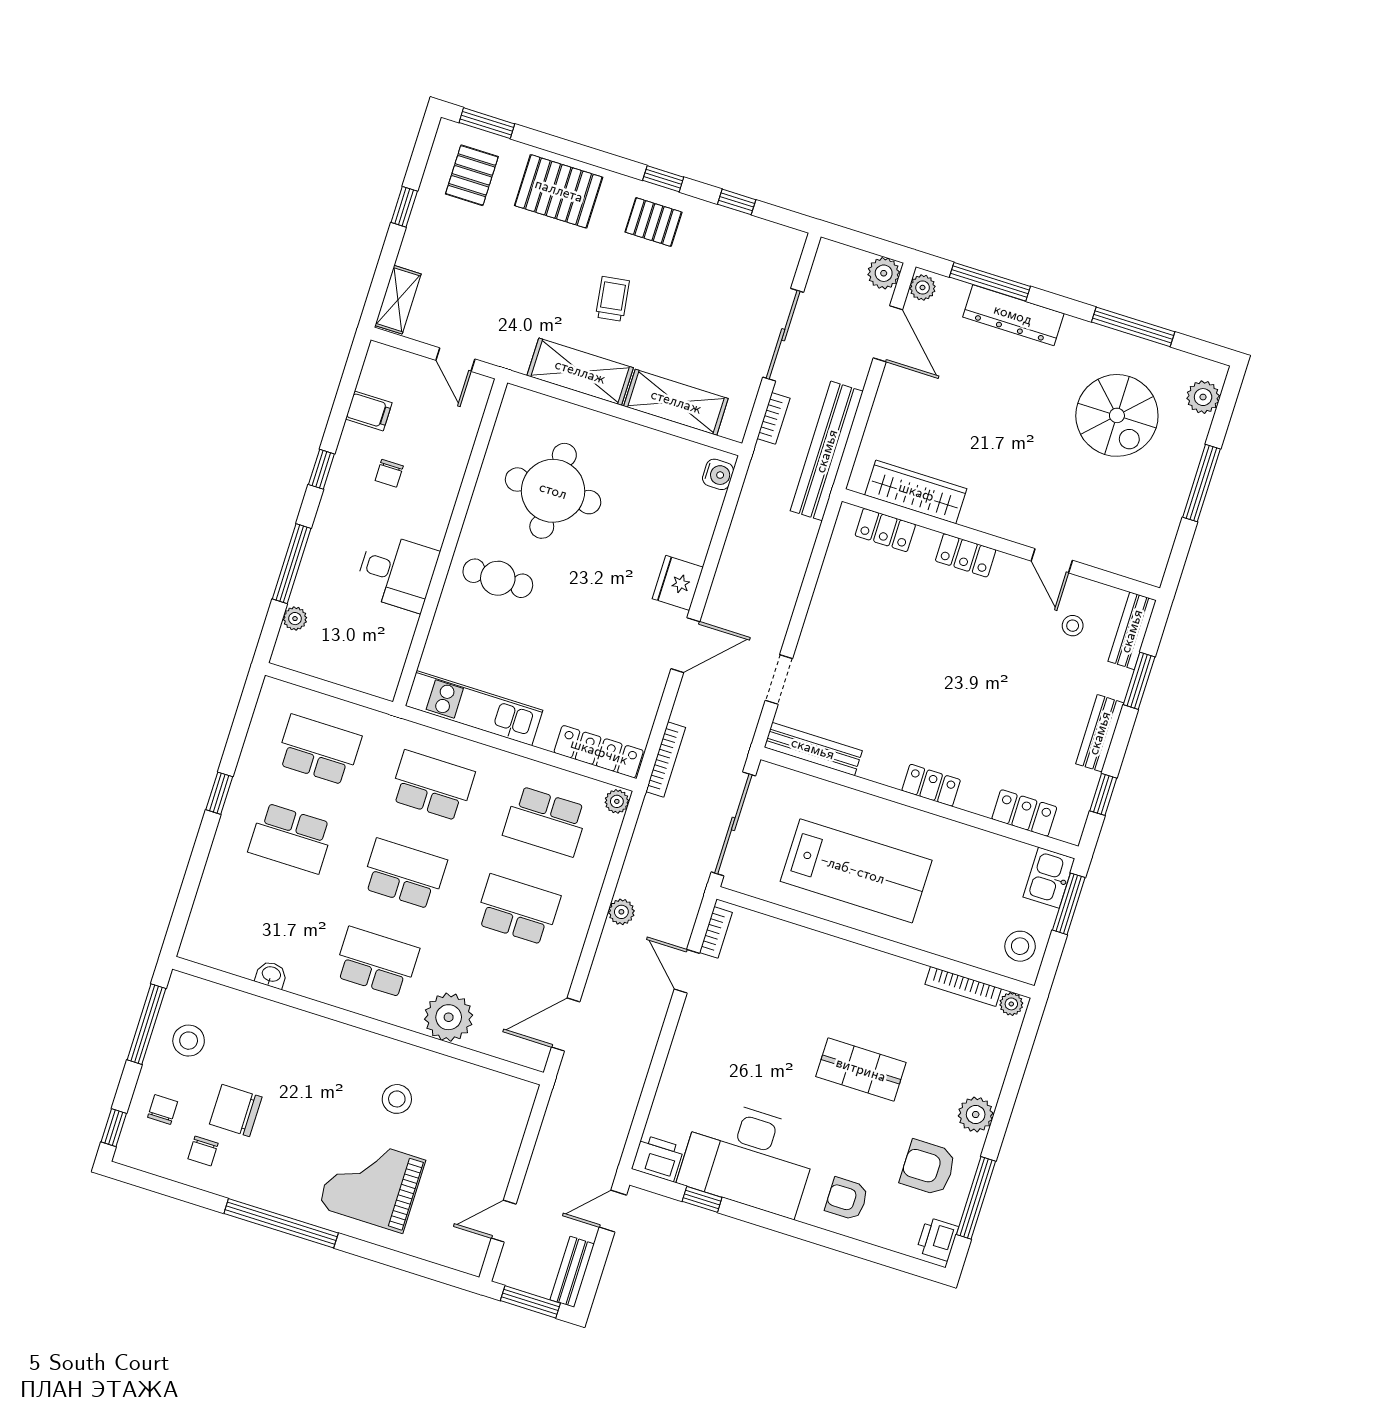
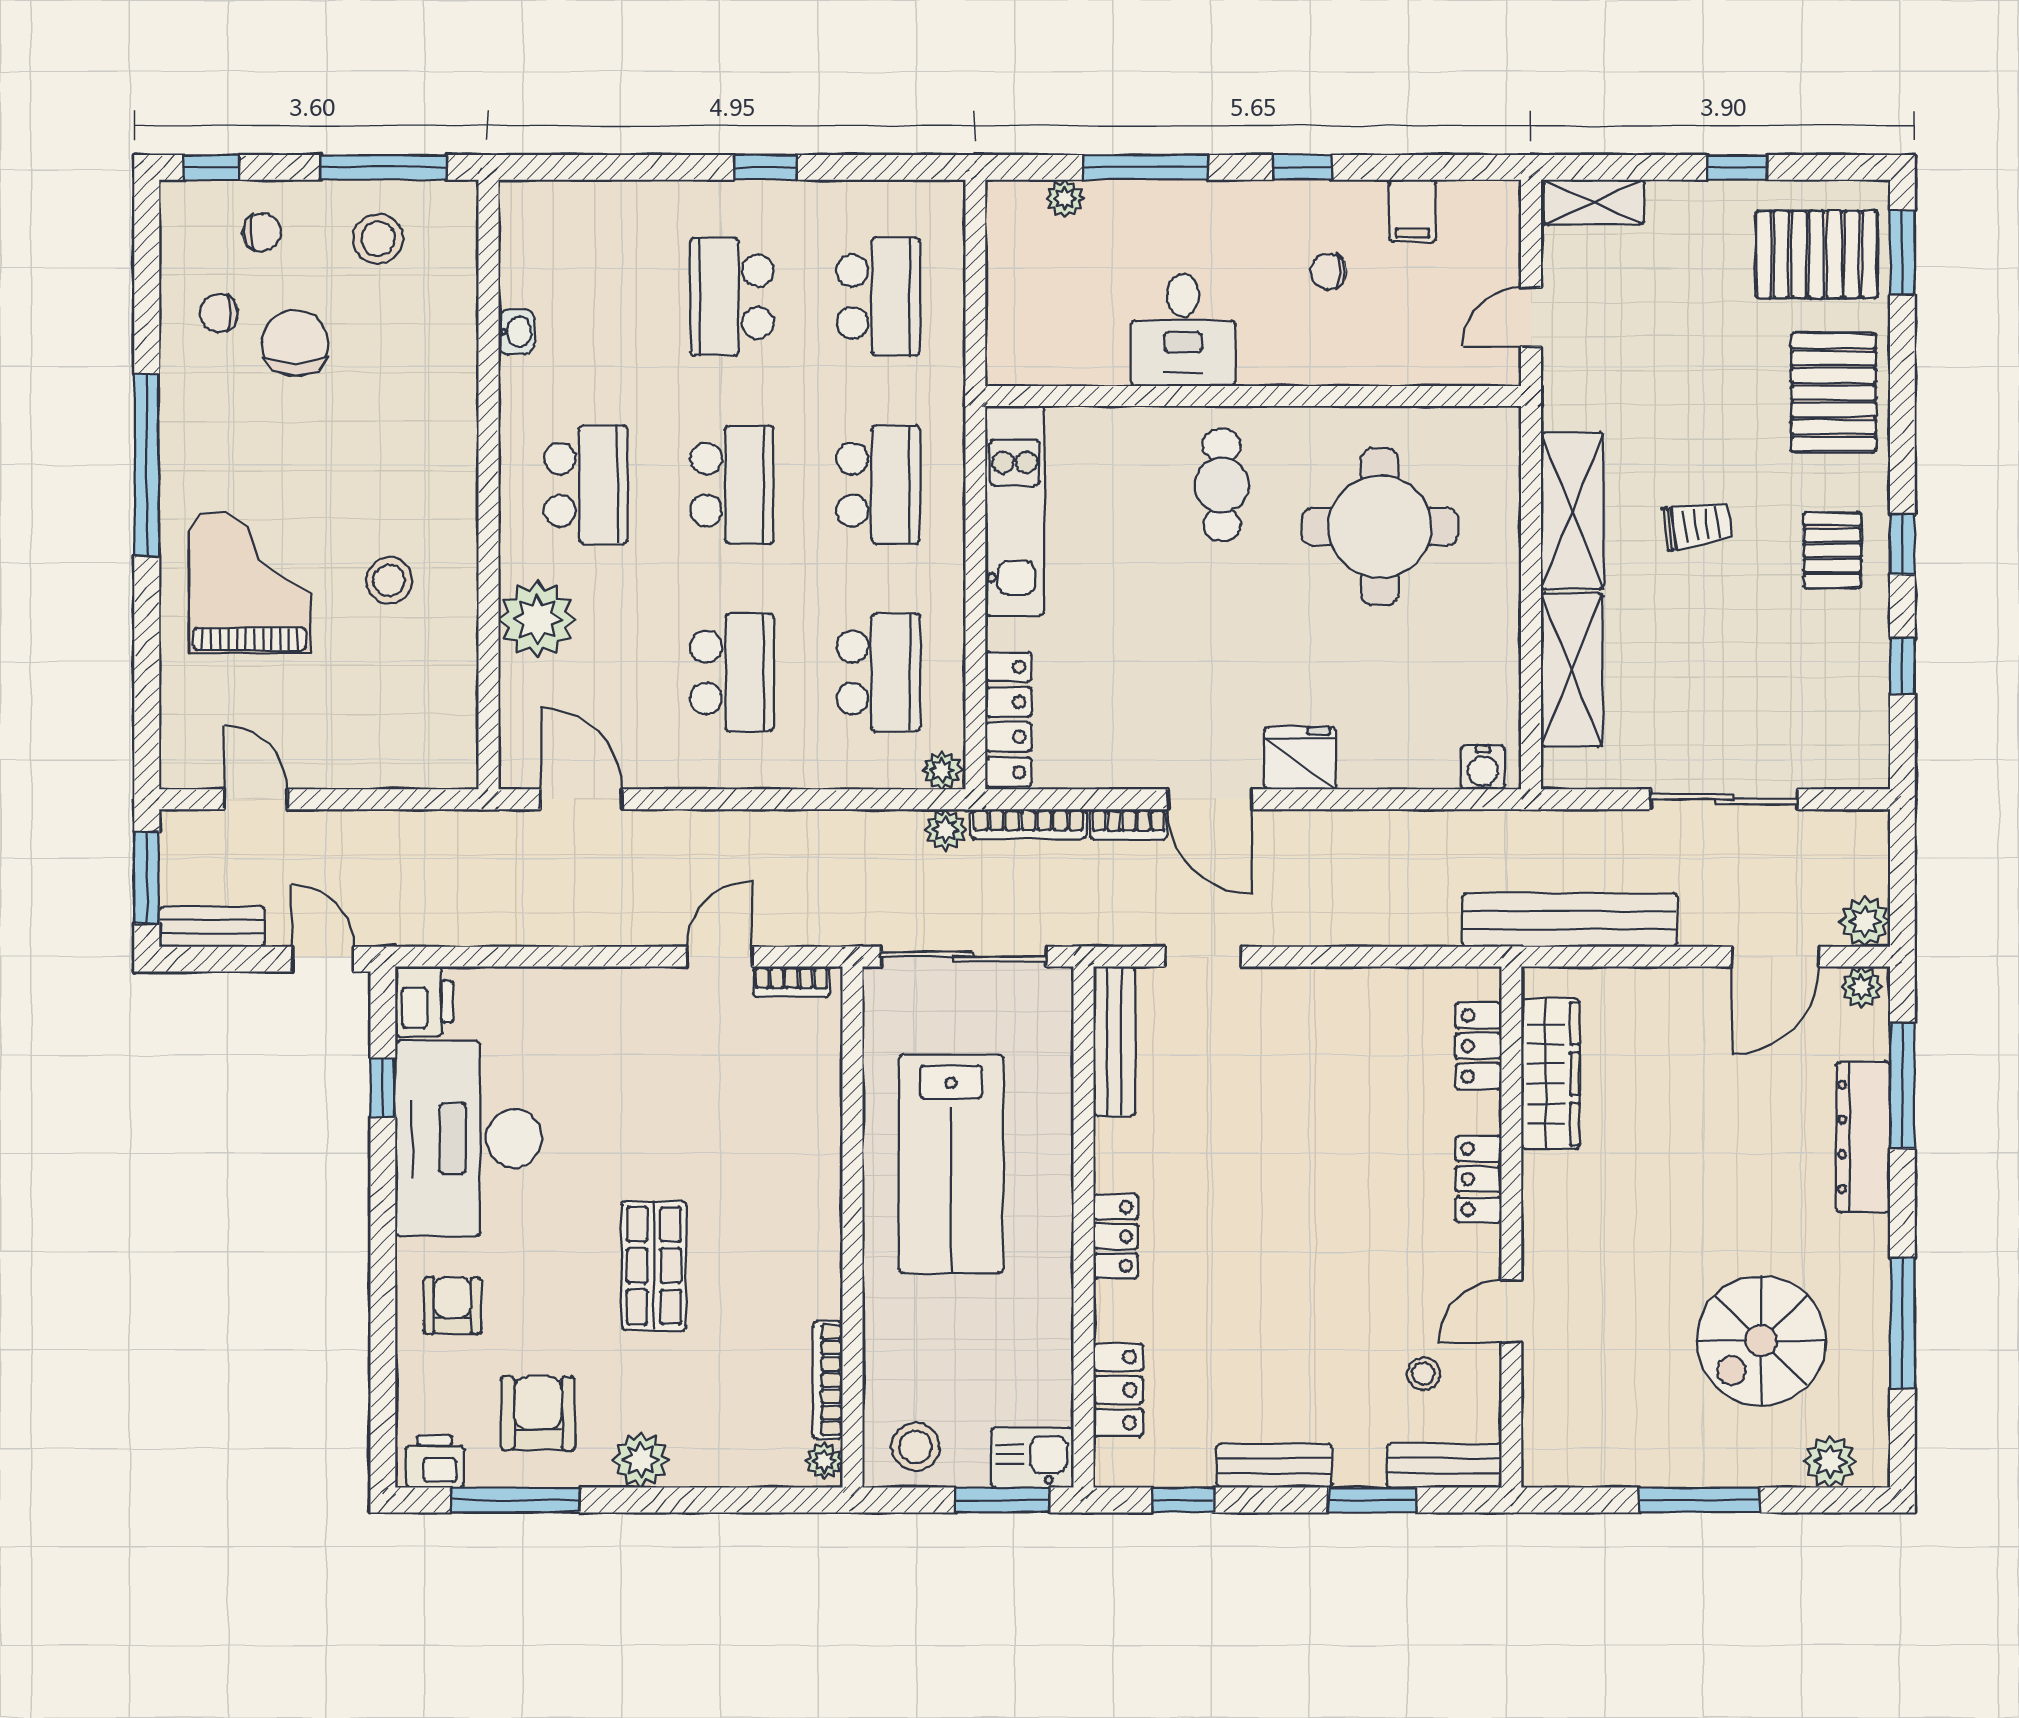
pallet: (472, 175) -> (1817, 254), width x1.50, depth x1.42
bookcase: (774, 418) -> (1129, 824), moved
school desk: (546, 821) -> (878, 672), turned 180
plant: (621, 912) -> (946, 830), moved

